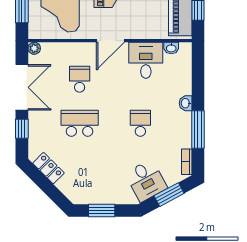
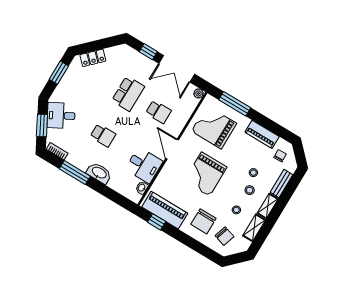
washbasin: (186, 103) -> (99, 173), width x1.91, depth x1.45
locker: (48, 168) -> (93, 58), moved

